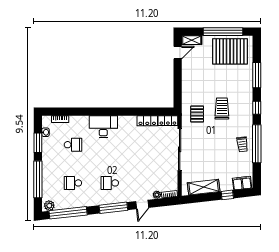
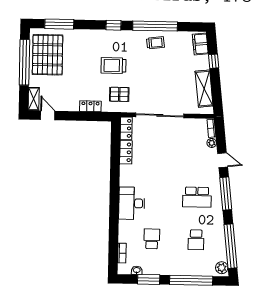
window: (257, 75) -> (59, 24), moved
locker: (186, 89) -> (90, 106), added
school desk: (110, 183) -> (197, 197), width x1.85

